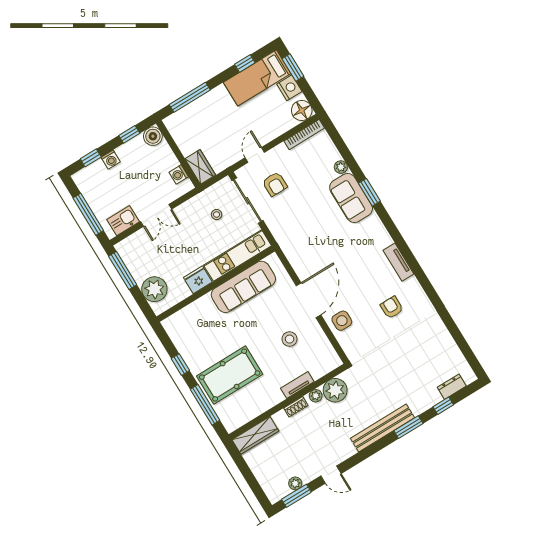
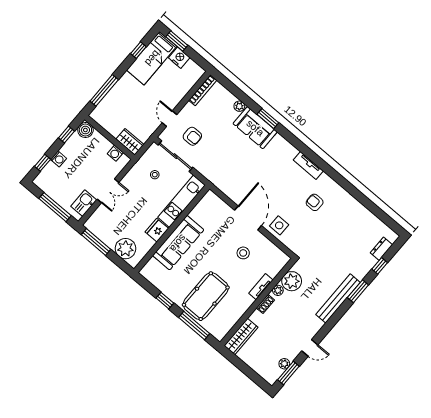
floor lamp: (302, 110) -> (195, 72), removed
sofa: (243, 287) -> (178, 243), moved

